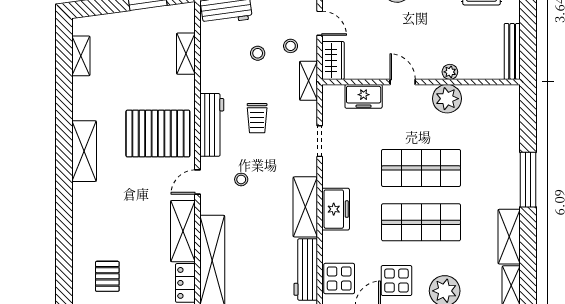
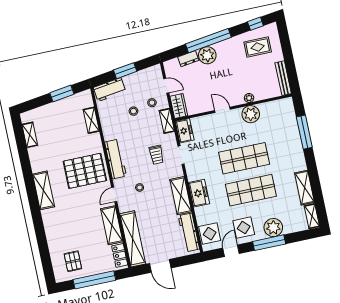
freezer: (364, 96) -> (185, 131), moved, turned -90
trolley: (257, 118) -> (156, 155), moved
window: (528, 180) -> (304, 132), moved

